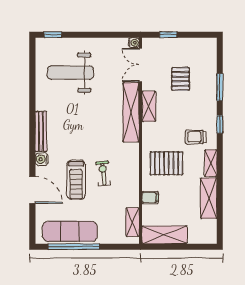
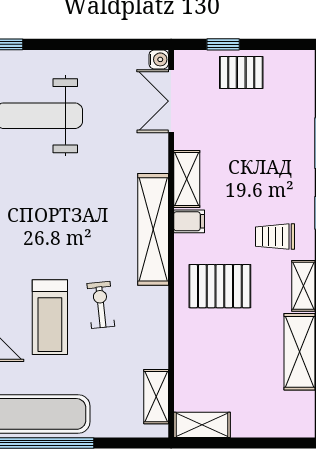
pallet: (180, 79) -> (241, 73), moved, turned 90
shelving: (131, 112) -> (153, 229), moved
filing cabinet: (150, 198) -> (189, 221), moved
shelving: (164, 235) -> (202, 425), width x0.67, depth x0.75

